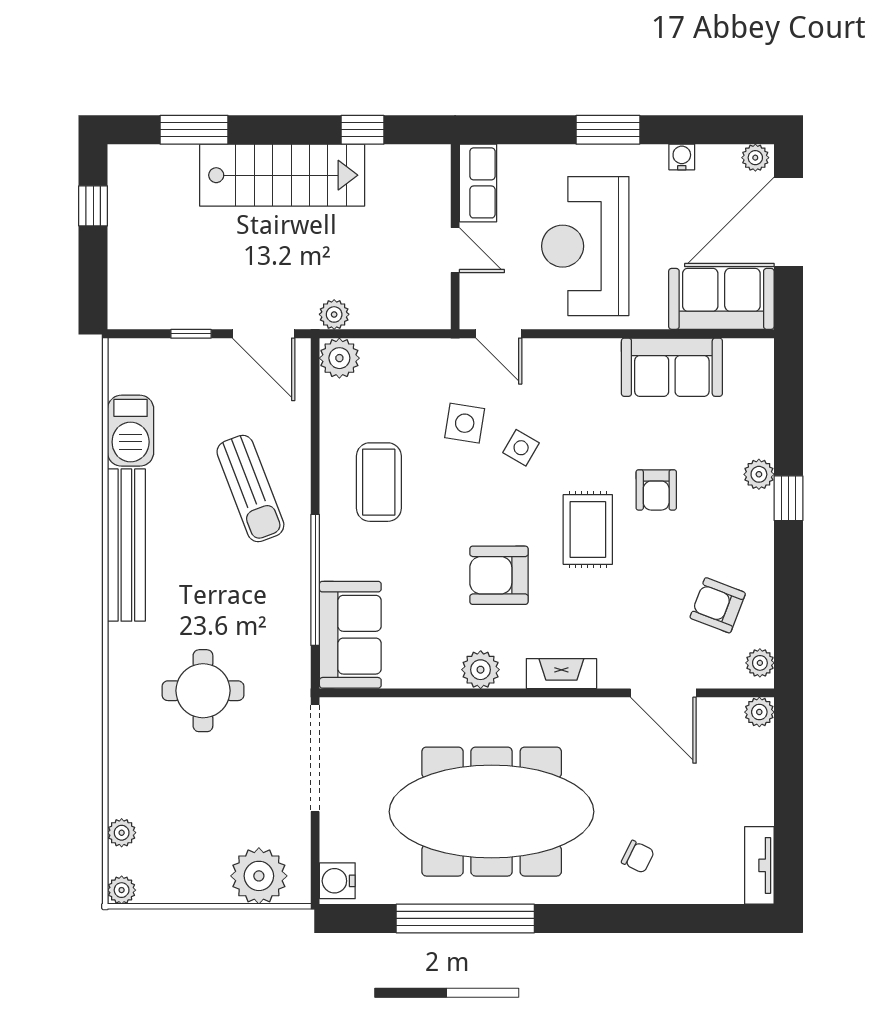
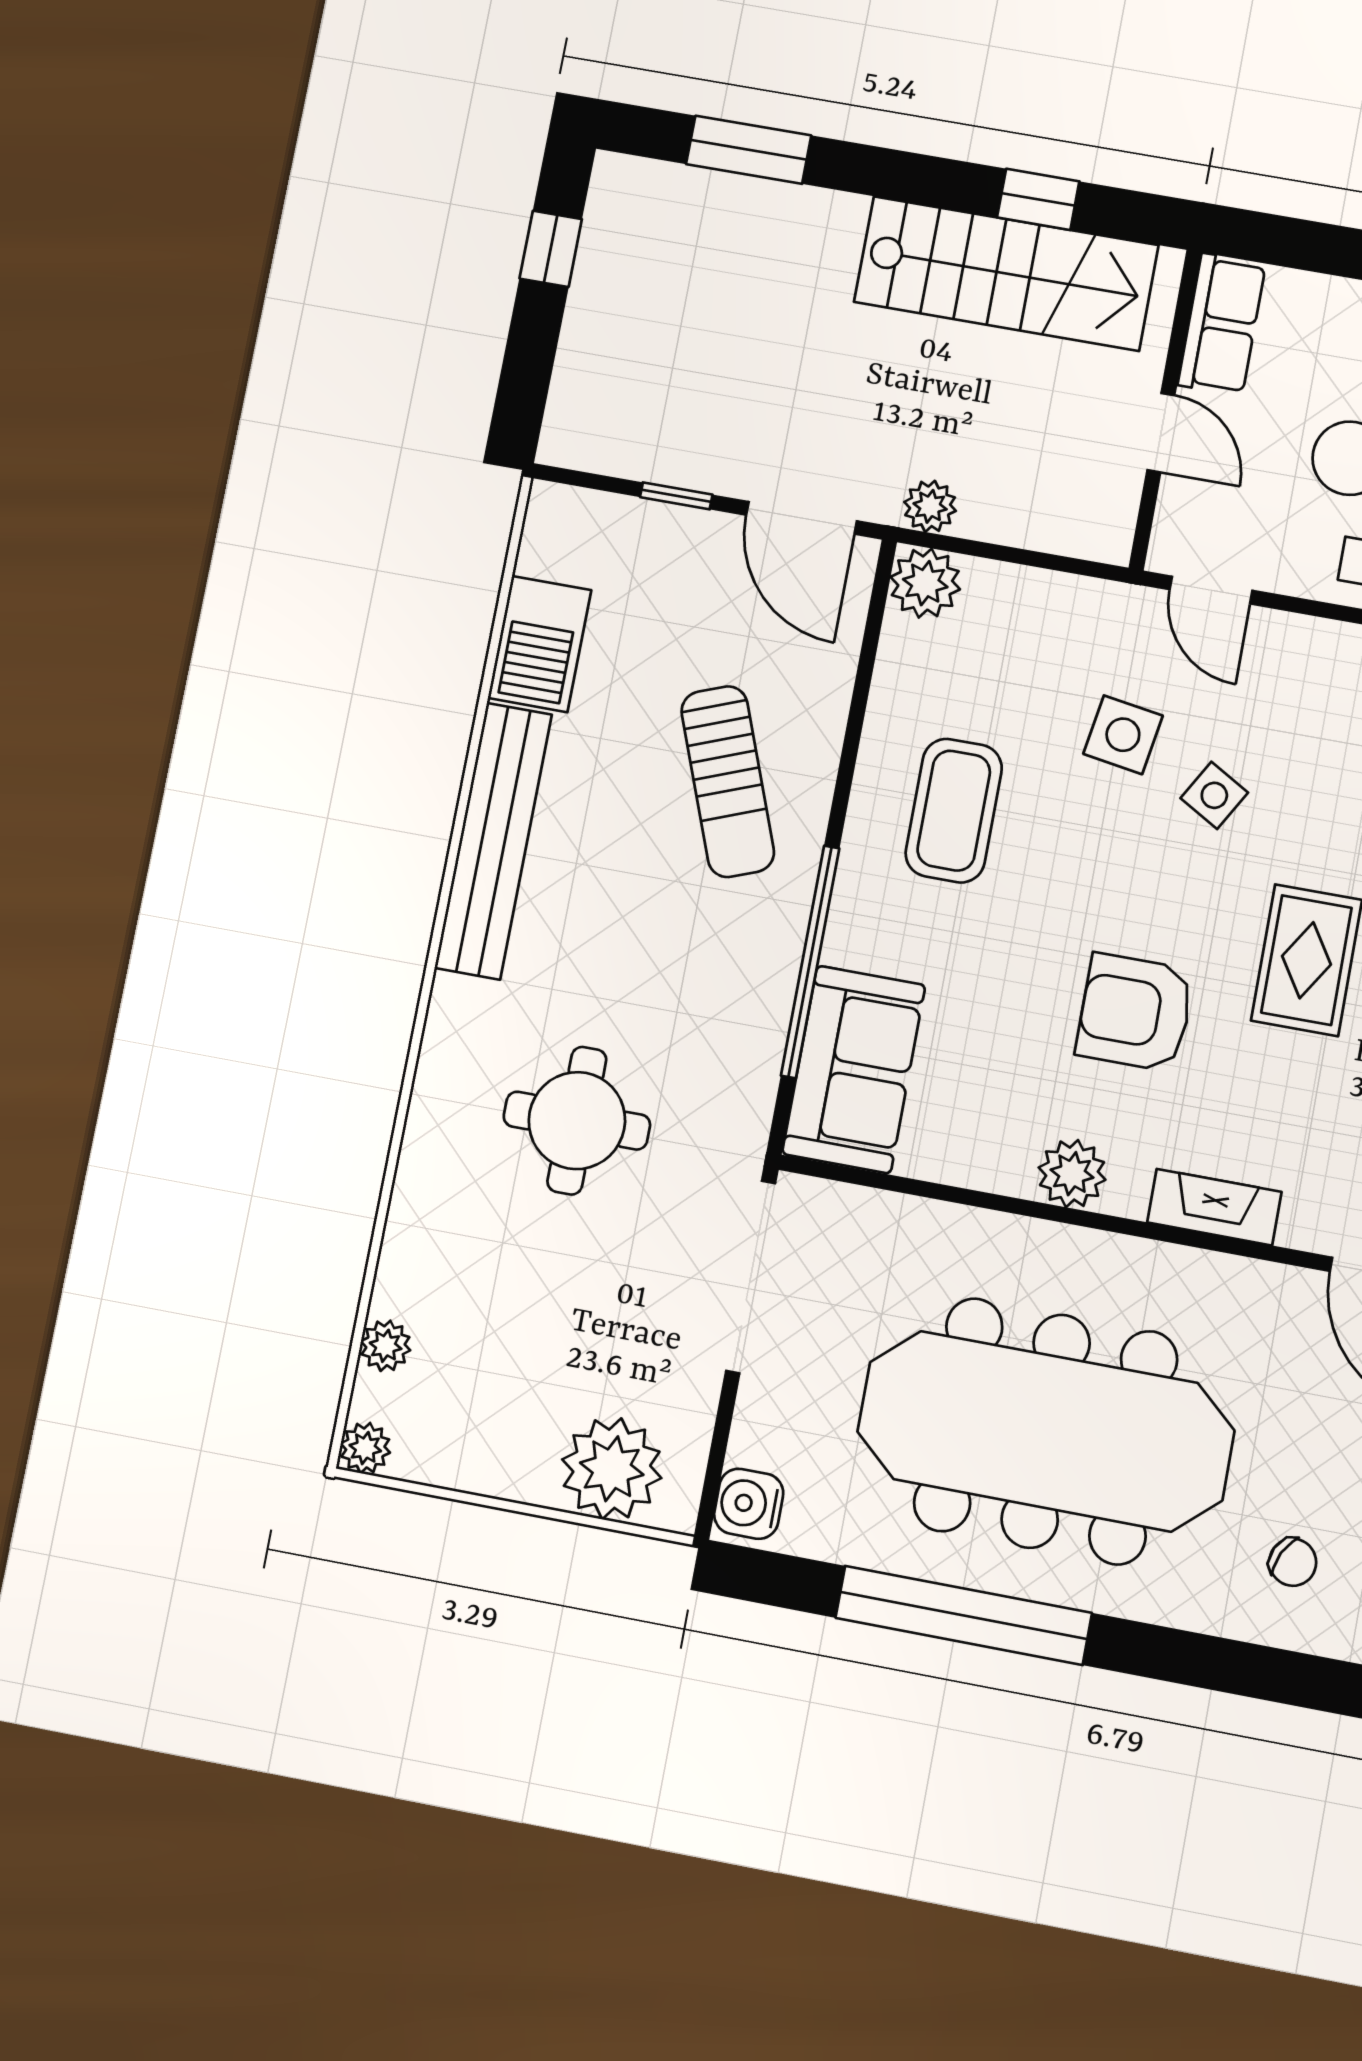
stairs: (282, 175) -> (1006, 274), moved

